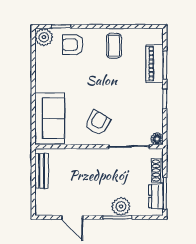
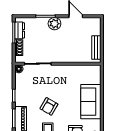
sofa: (50, 118) -> (91, 102), moved
armchair: (98, 123) -> (49, 106), moved
plant: (121, 206) -> (54, 24), moved

